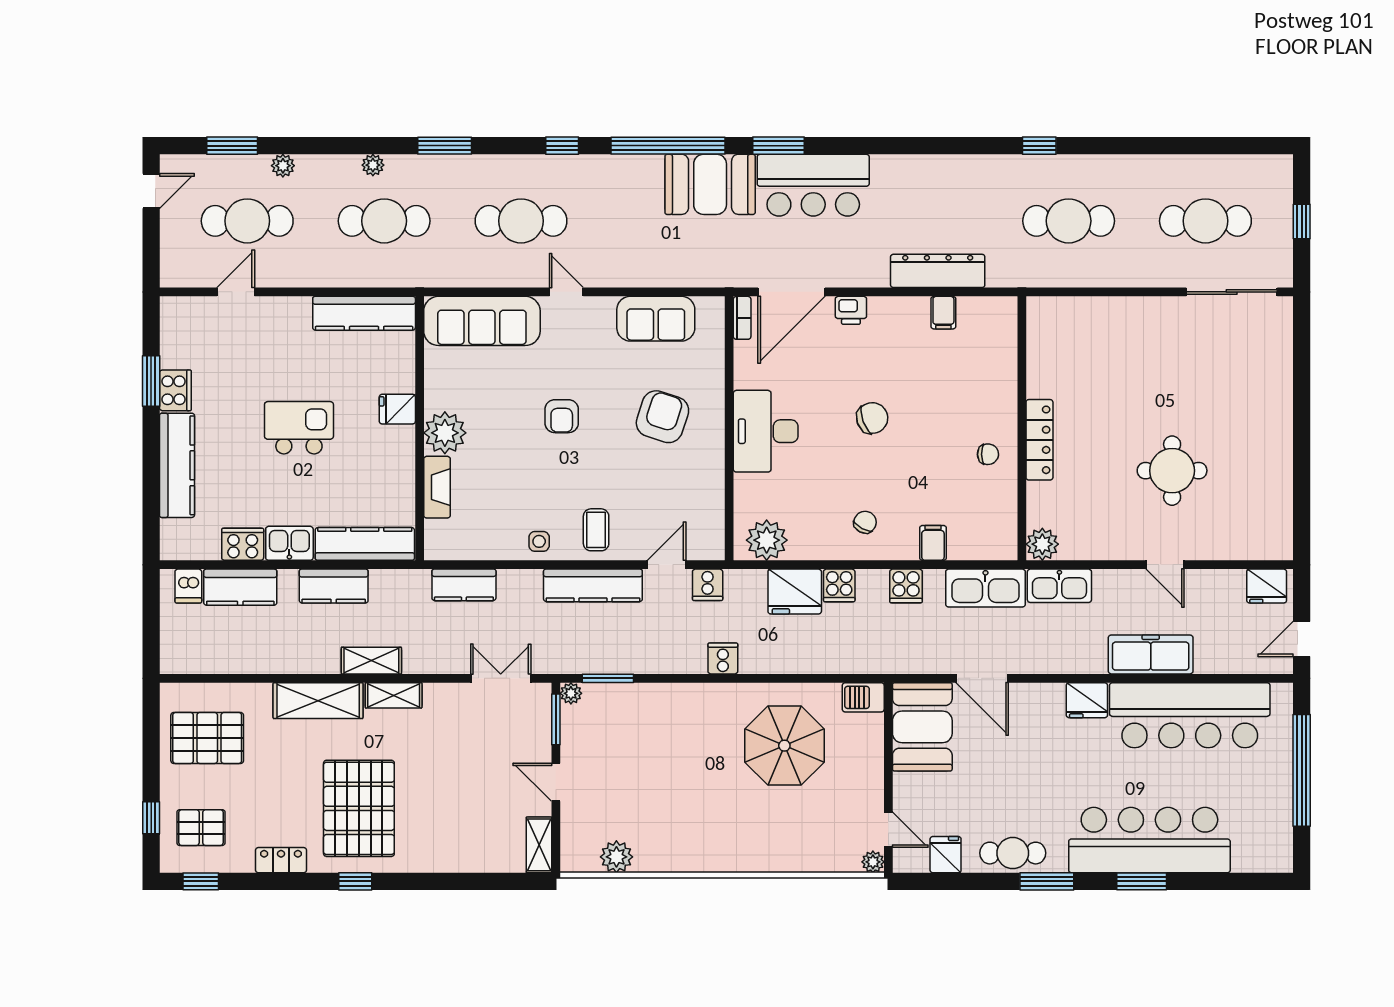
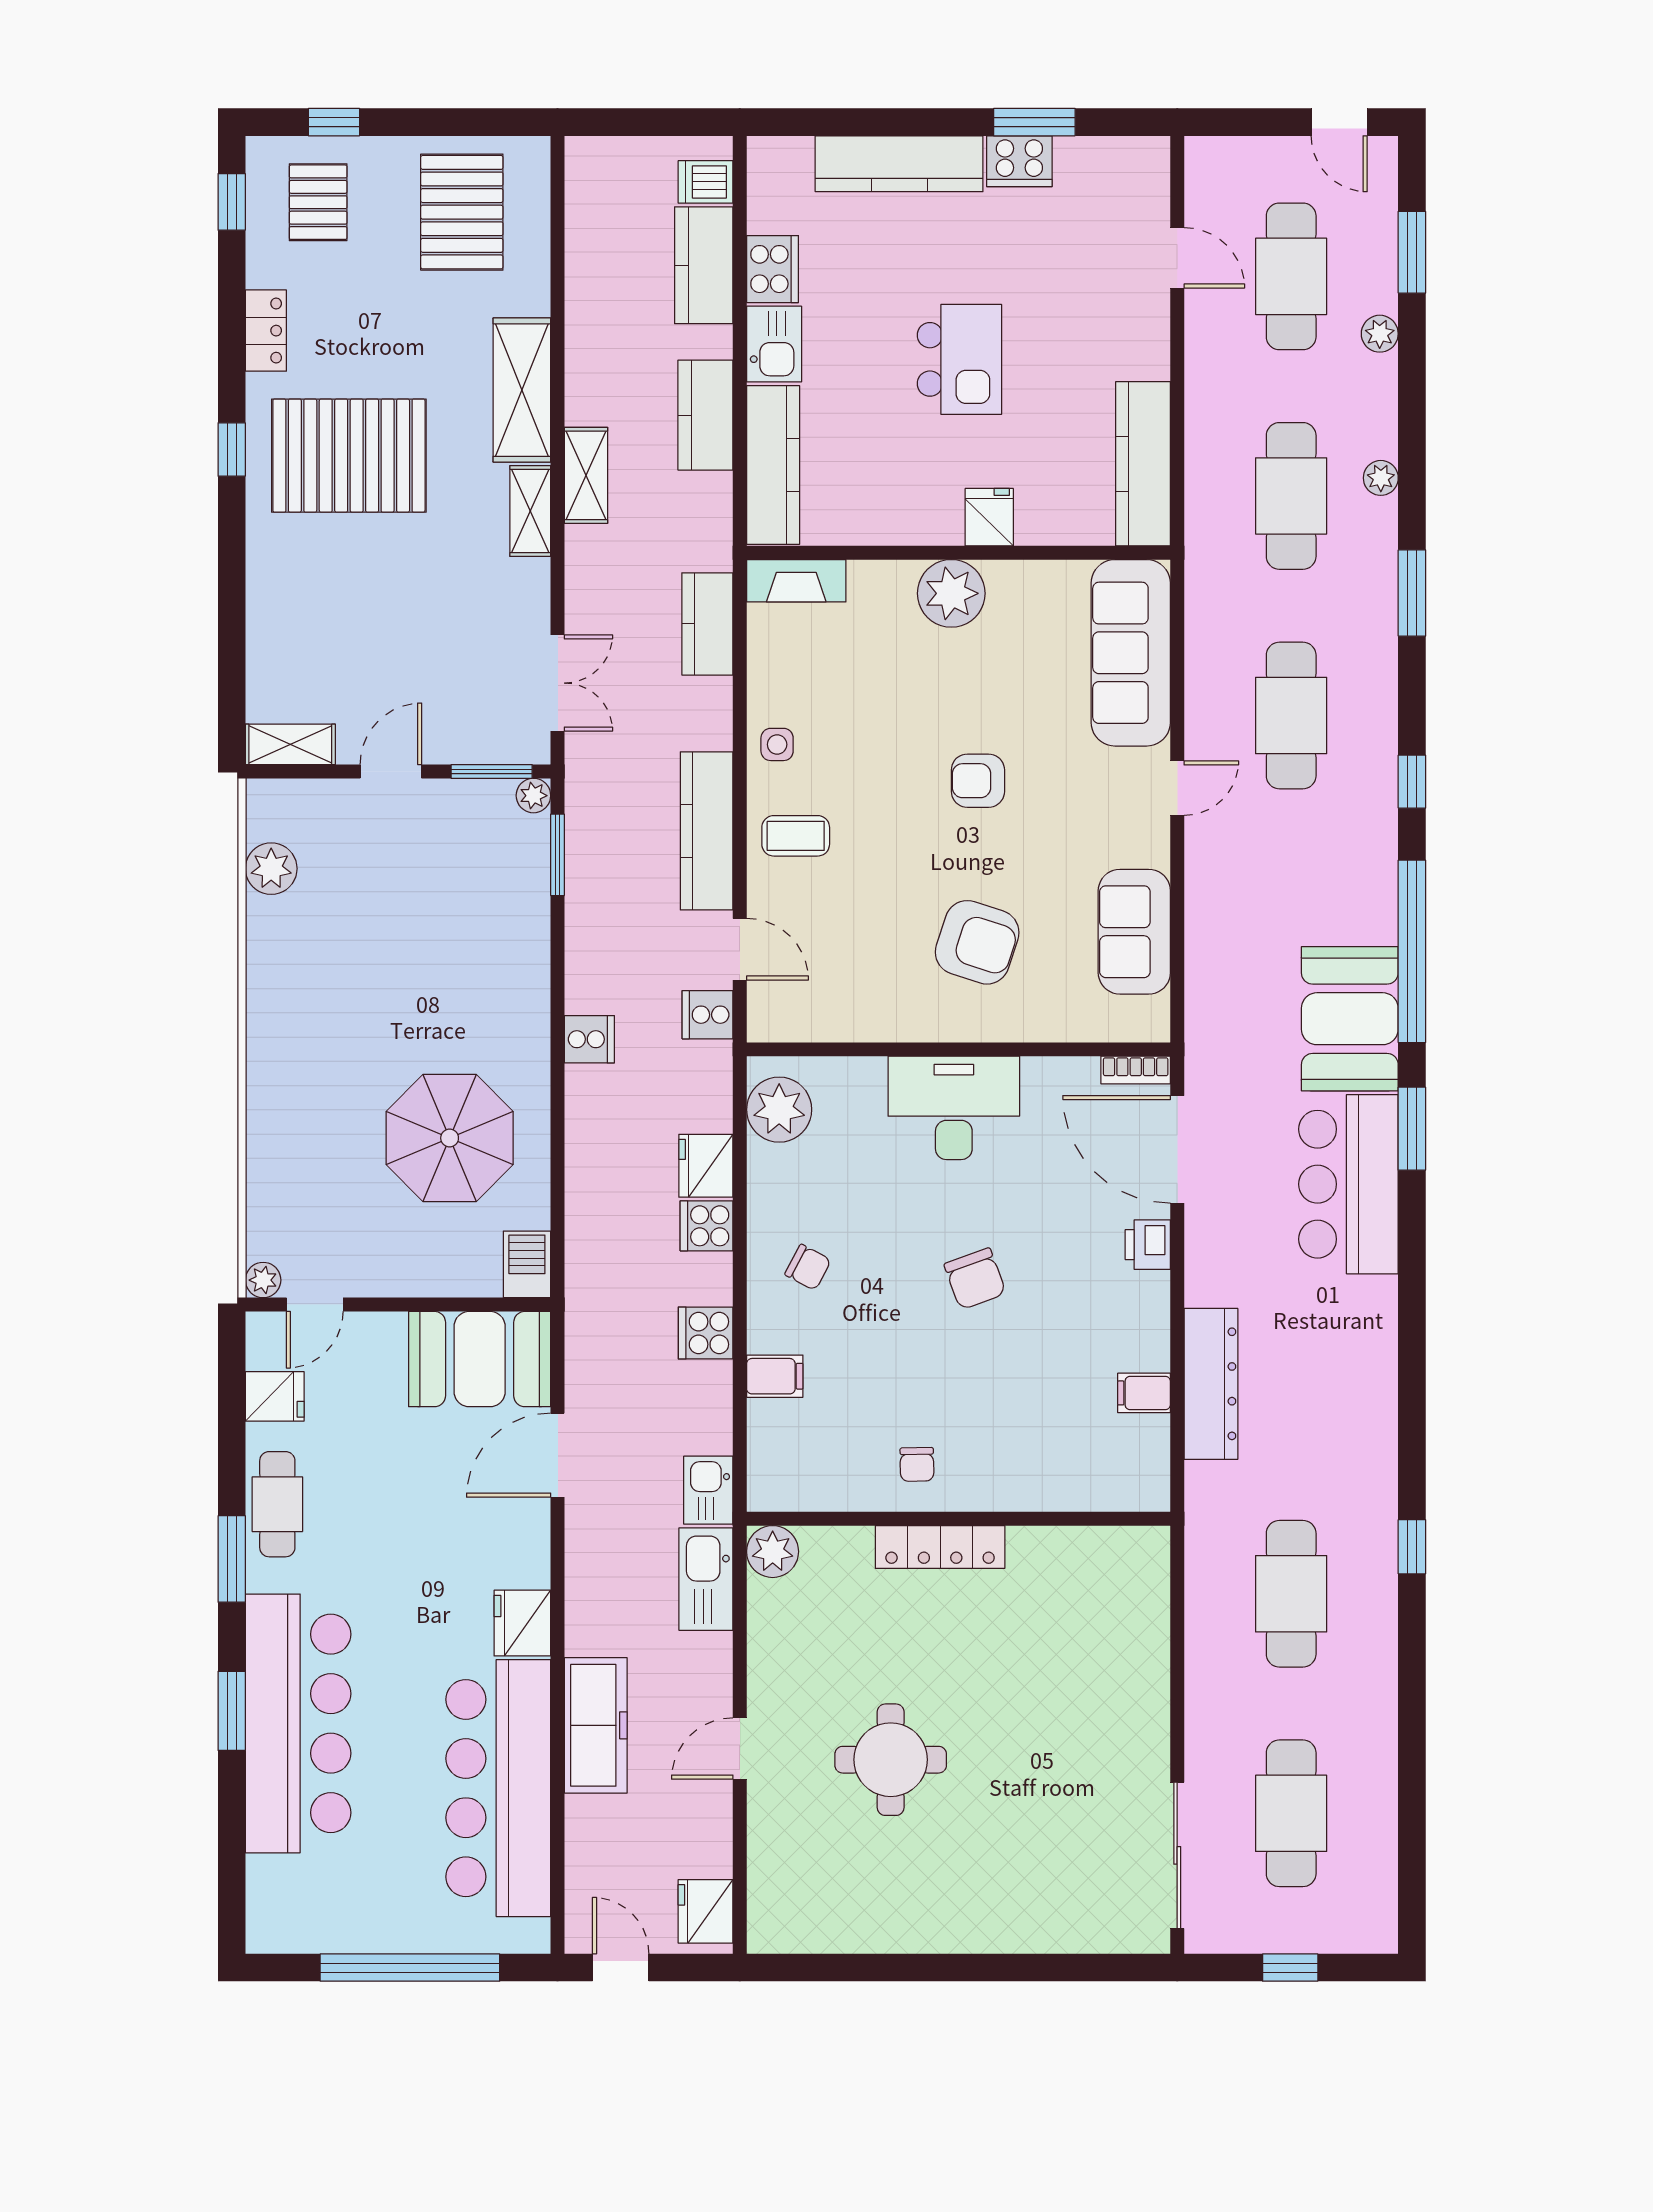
fireplace: (437, 487) -> (796, 581), moved
kitchen sink: (985, 588) -> (708, 1490), width x0.53, depth x0.81
fridge: (795, 592) -> (706, 1166), width x0.73, depth x0.75

